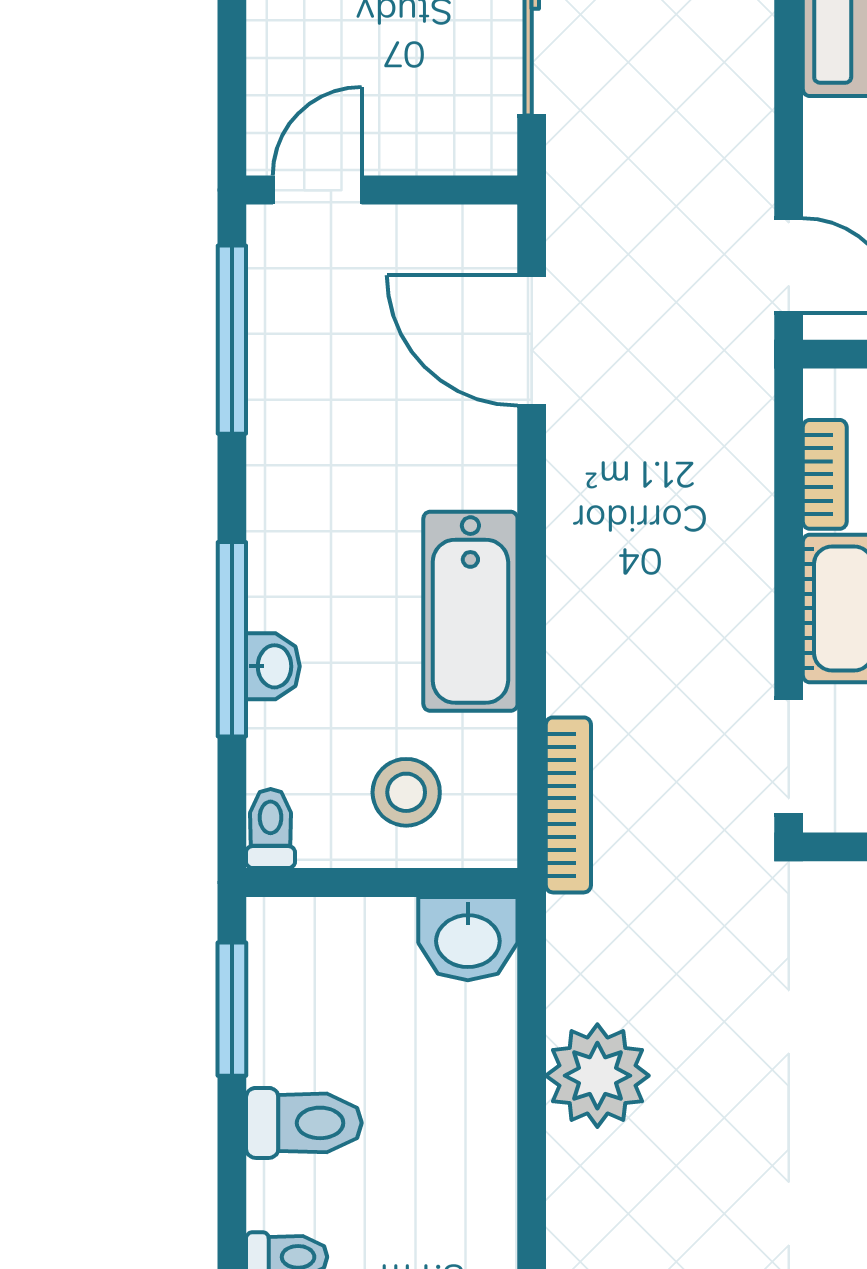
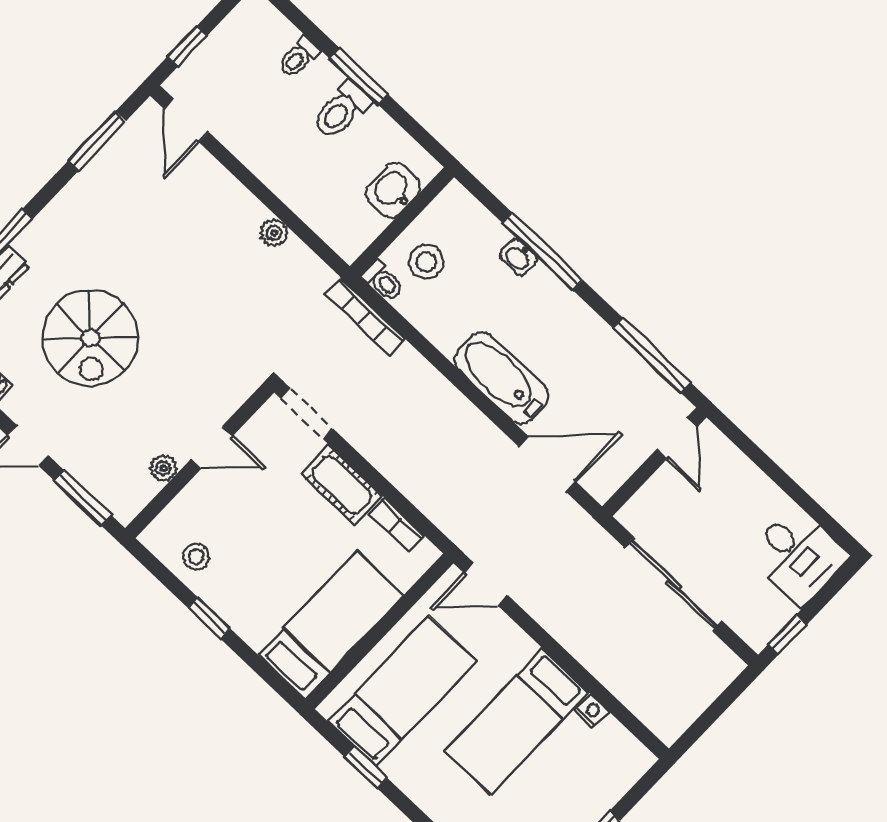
bathtub: (470, 611) -> (502, 378), moved
toilet: (271, 828) -> (383, 281), moved
washbasin: (468, 939) -> (393, 190), moved
window: (232, 1009) -> (359, 76), moved
plant: (597, 1076) -> (274, 233), width x0.53, depth x0.53

